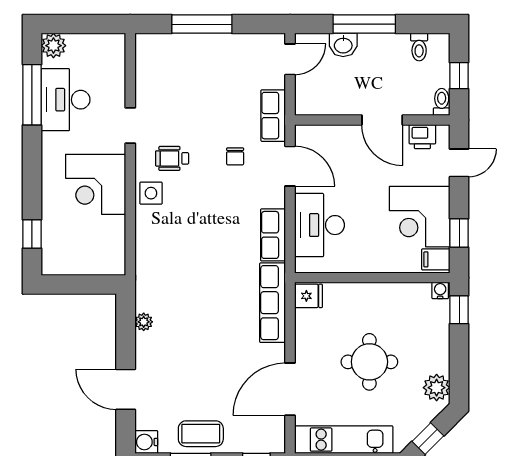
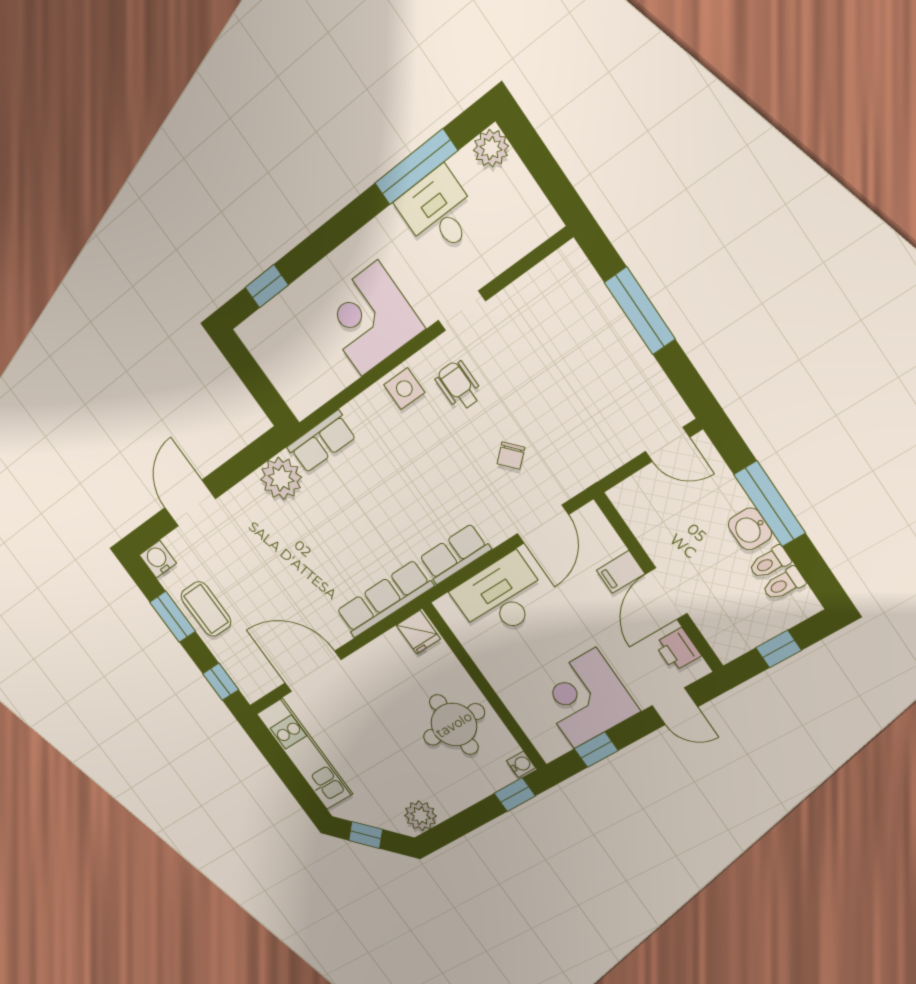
washbasin: (343, 45) -> (750, 529), moved
desk: (66, 100) -> (438, 212), width x0.73
toilet: (442, 102) -> (770, 562), moved, turned 180
row of seats: (273, 116) -> (322, 442), moved, turned 180
chair: (235, 156) -> (511, 456), turned -42
filing cabinet: (436, 259) -> (621, 572), moved, turned -90
plant: (144, 322) -> (281, 478), width x1.87, depth x1.87
round table: (369, 362) -> (454, 725), moved

